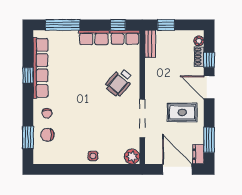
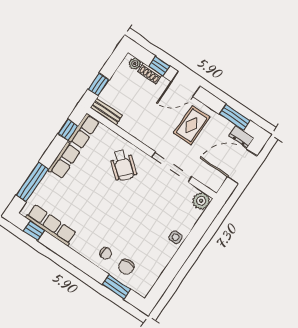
row of seats: (40, 68) -> (51, 225), width x0.73
window: (28, 75) -> (34, 231), moved

